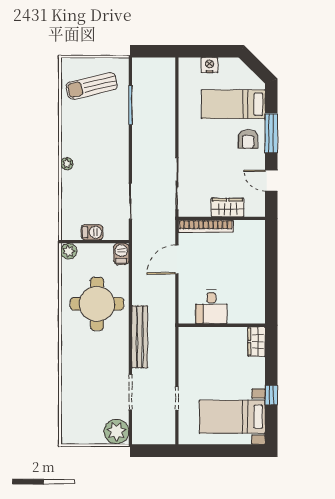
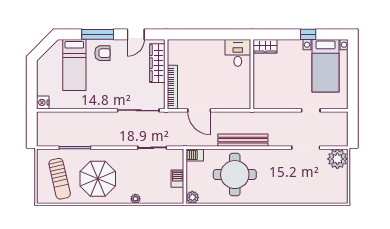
nightstand: (210, 65) -> (43, 102), moved
parasol: (92, 133) -> (98, 179), added
plant: (67, 164) -> (135, 199), moved
wardrobe: (228, 208) -> (157, 63), width x1.50
desk: (211, 307) -> (238, 53), moved, turned -90
bench: (140, 337) -> (243, 140), moved

